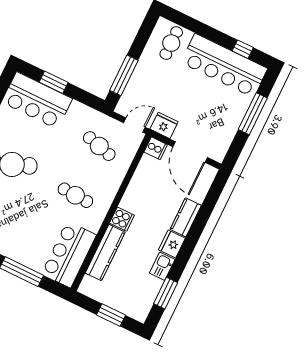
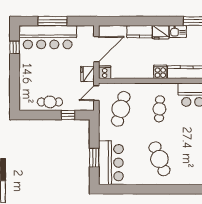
cafe table: (171, 43) -> (50, 102), moved
bar counter: (224, 66) -> (48, 37), moved, turned 90
window: (124, 75) -> (68, 115), width x0.46
door: (134, 125) -> (96, 93), hinge flipped
cafe table: (99, 146) -> (121, 109), width x1.37, depth x1.35

